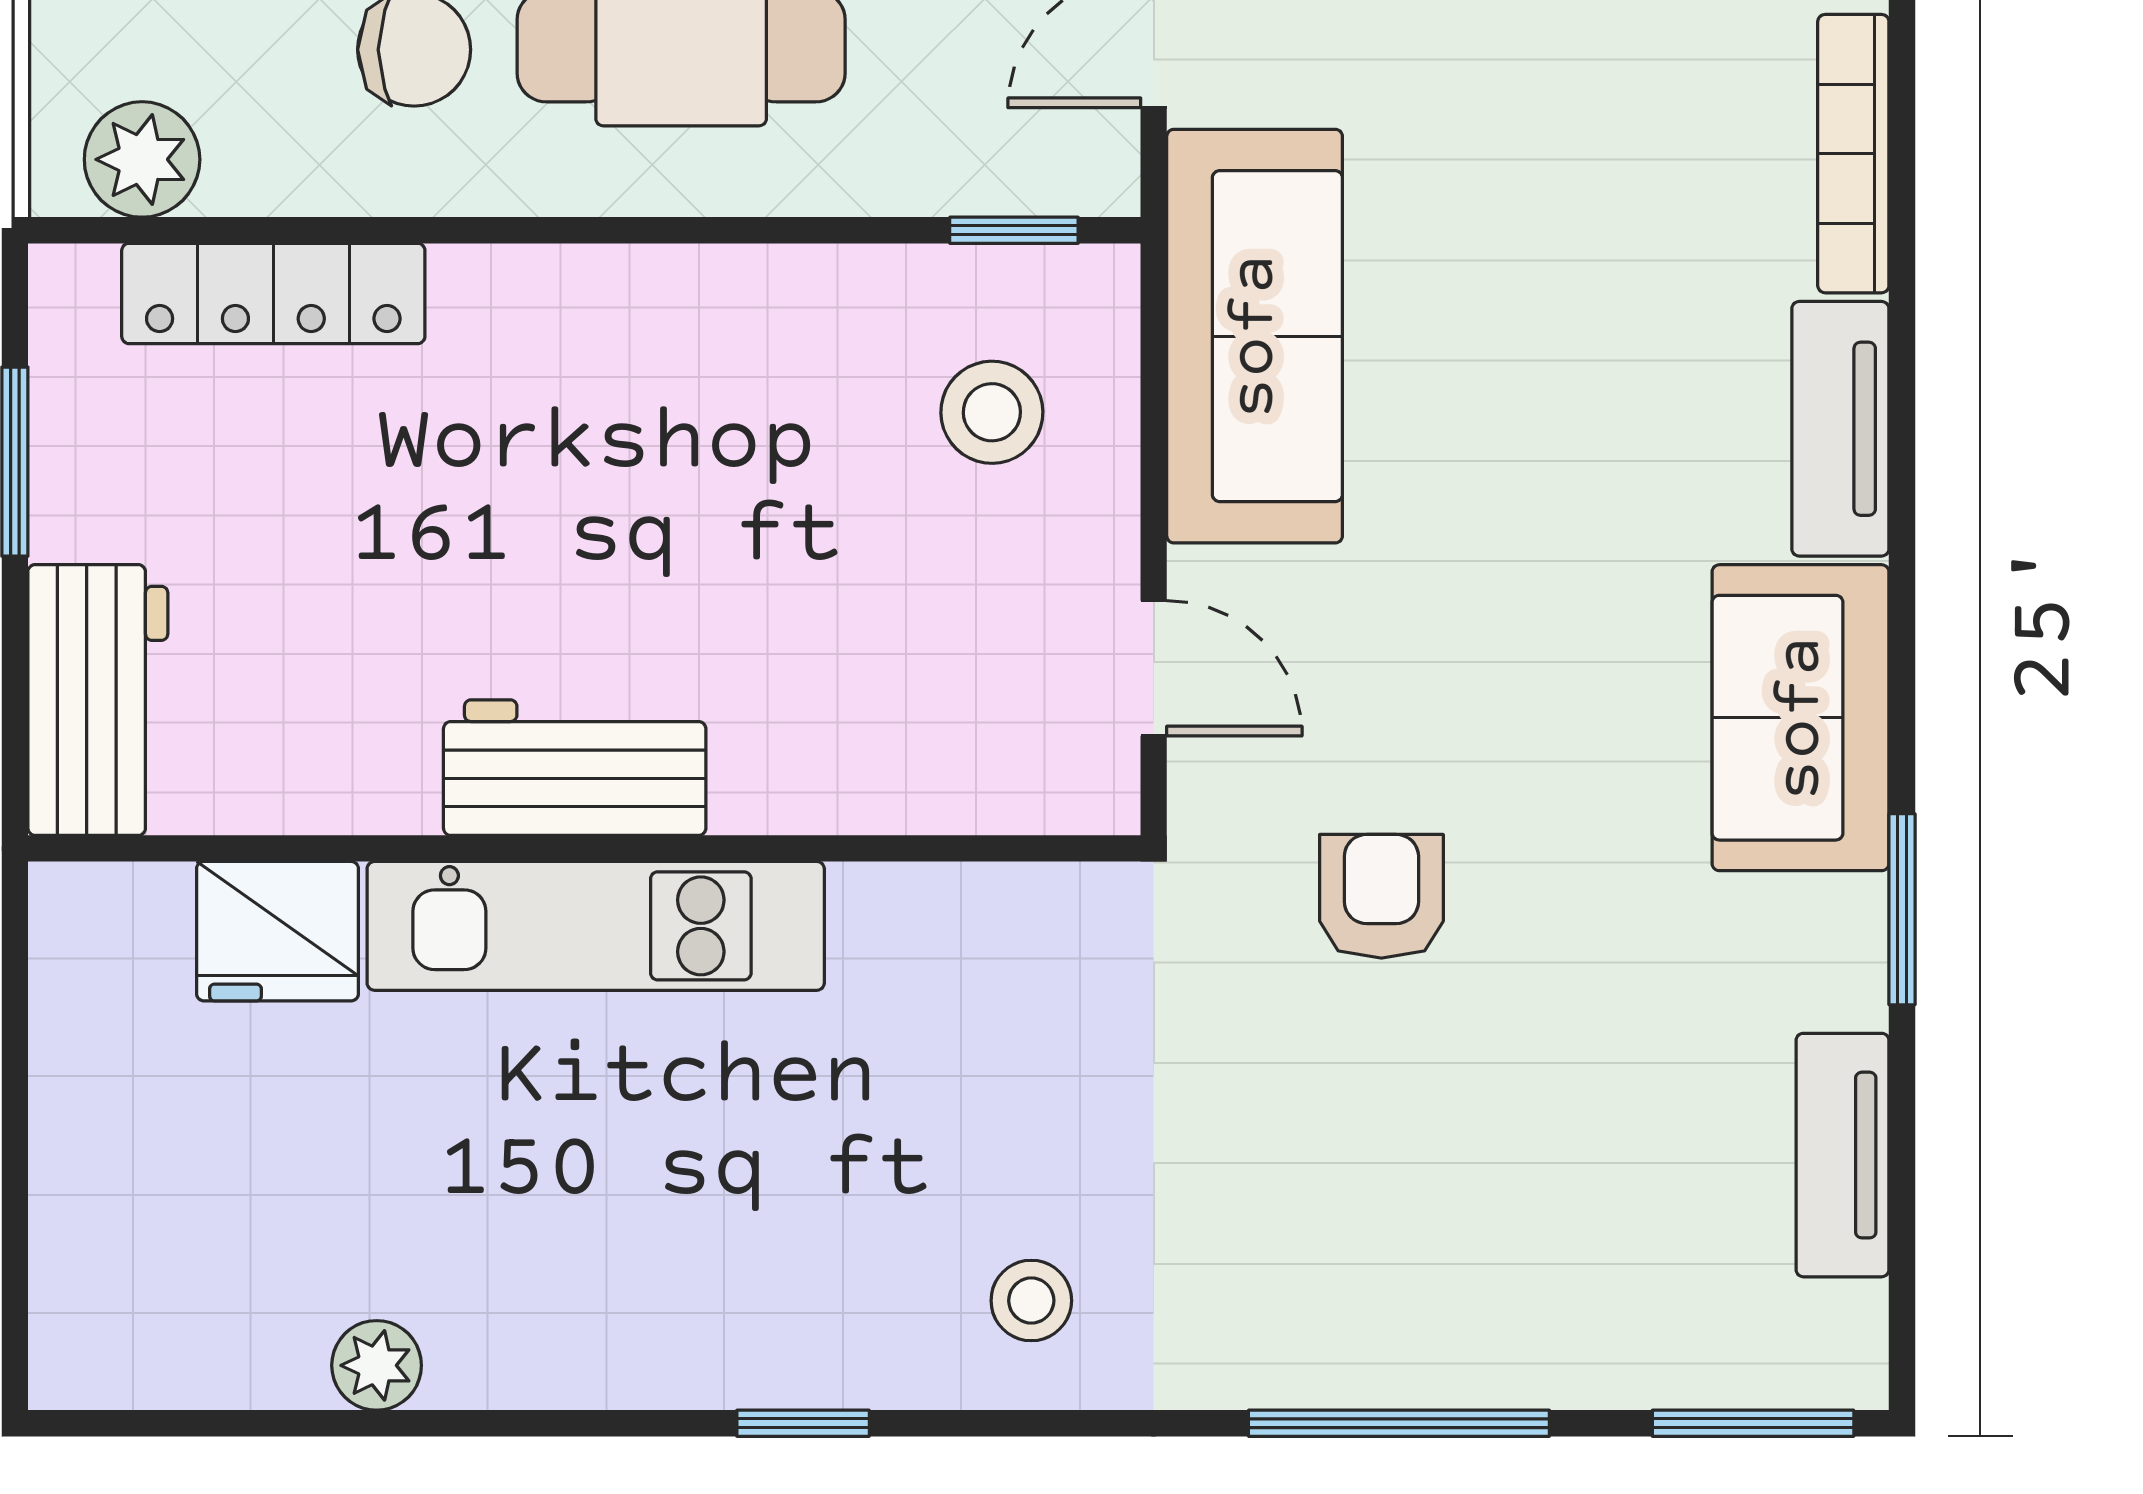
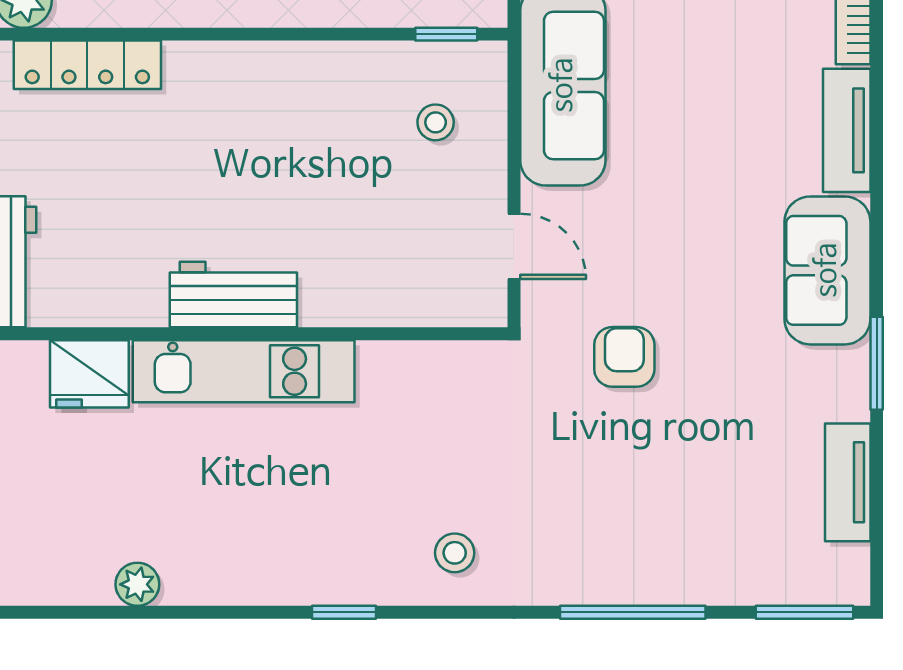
stool: (992, 412) -> (436, 122), width x0.73, depth x0.73

